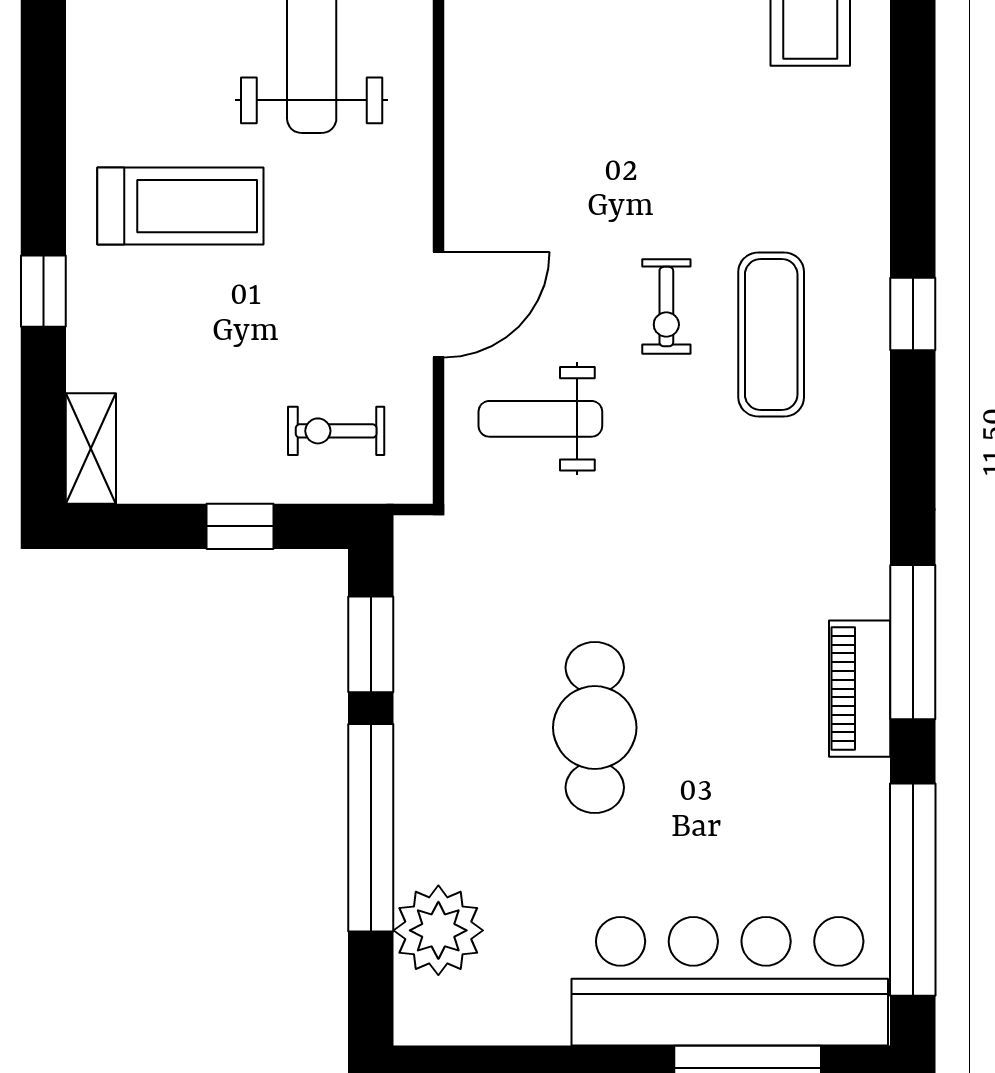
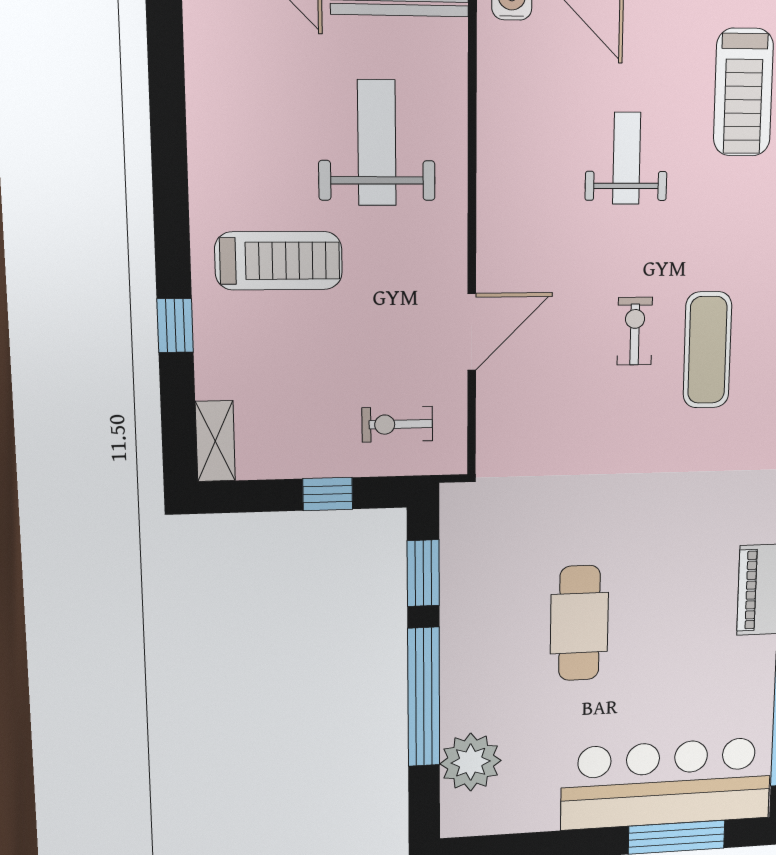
exercise bike: (666, 307) -> (635, 331), turned 180
weight bench: (540, 419) -> (627, 158), moved, turned 90

